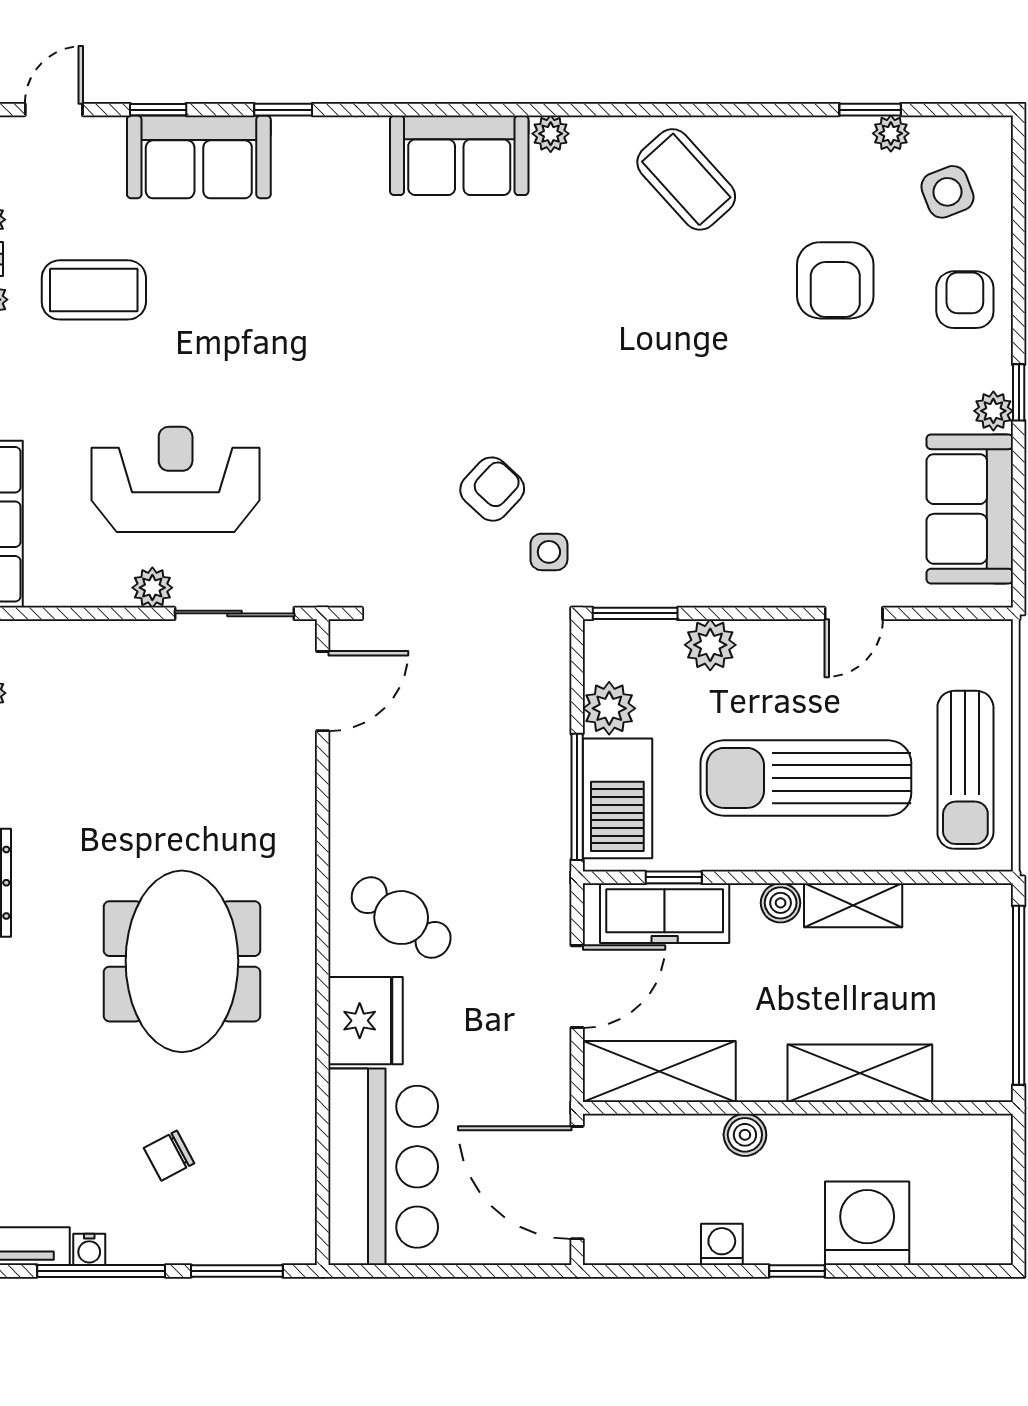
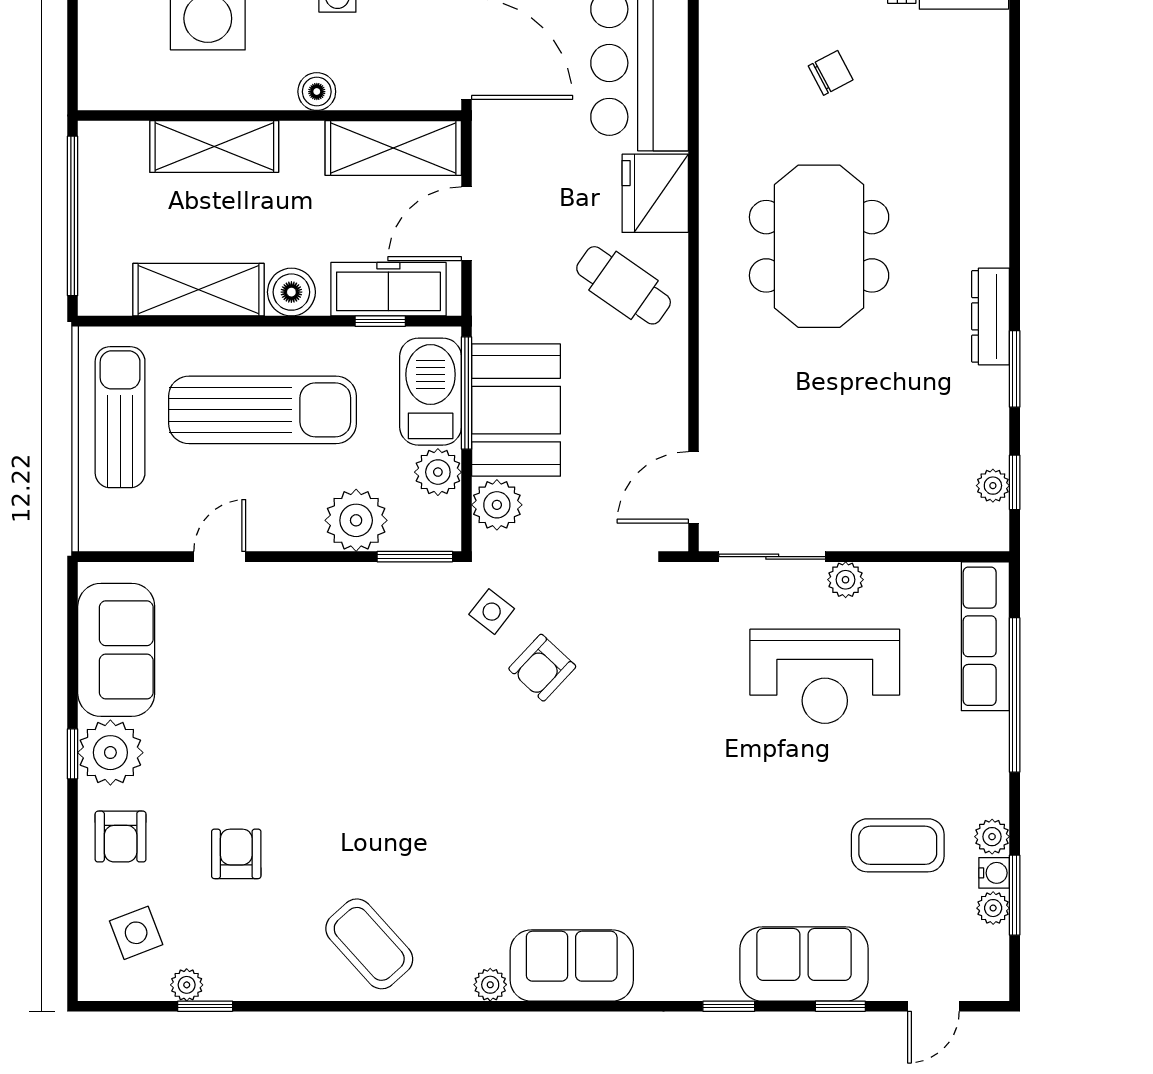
armchair: (835, 280) -> (236, 854), width x0.72, depth x0.72
plant: (993, 411) -> (110, 753), width x1.87, depth x1.87
side table: (549, 552) -> (492, 612), turned 38
plant: (710, 645) -> (356, 520), width x1.36, depth x1.36
plant: (543, 672) -> (497, 505), added
booth: (522, 778) -> (516, 410), added
boiler: (781, 903) -> (291, 292), width x1.36, depth x1.36
shelving: (853, 905) -> (198, 290), width x1.50, depth x1.33

